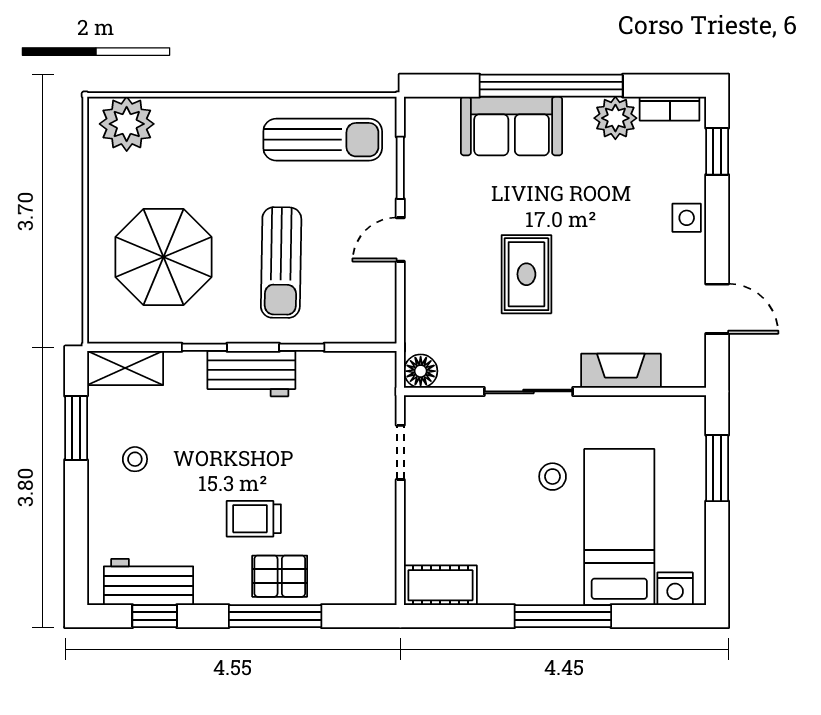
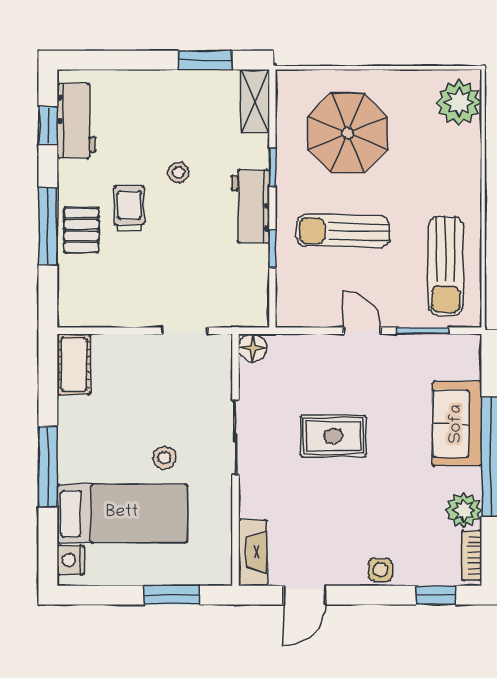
fireplace: (621, 371) -> (253, 553), moved
stool: (135, 459) -> (178, 172), moved

